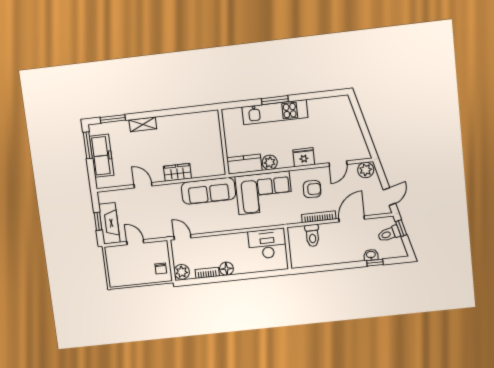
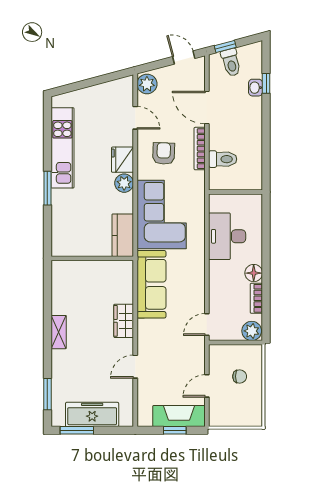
kitchen unit: (275, 112) -> (62, 148), moved
shelving: (143, 124) -> (59, 332), moved
plant: (270, 162) -> (124, 183), moved
desk: (267, 244) -> (227, 236), moved
chair: (161, 269) -> (240, 376), moved

